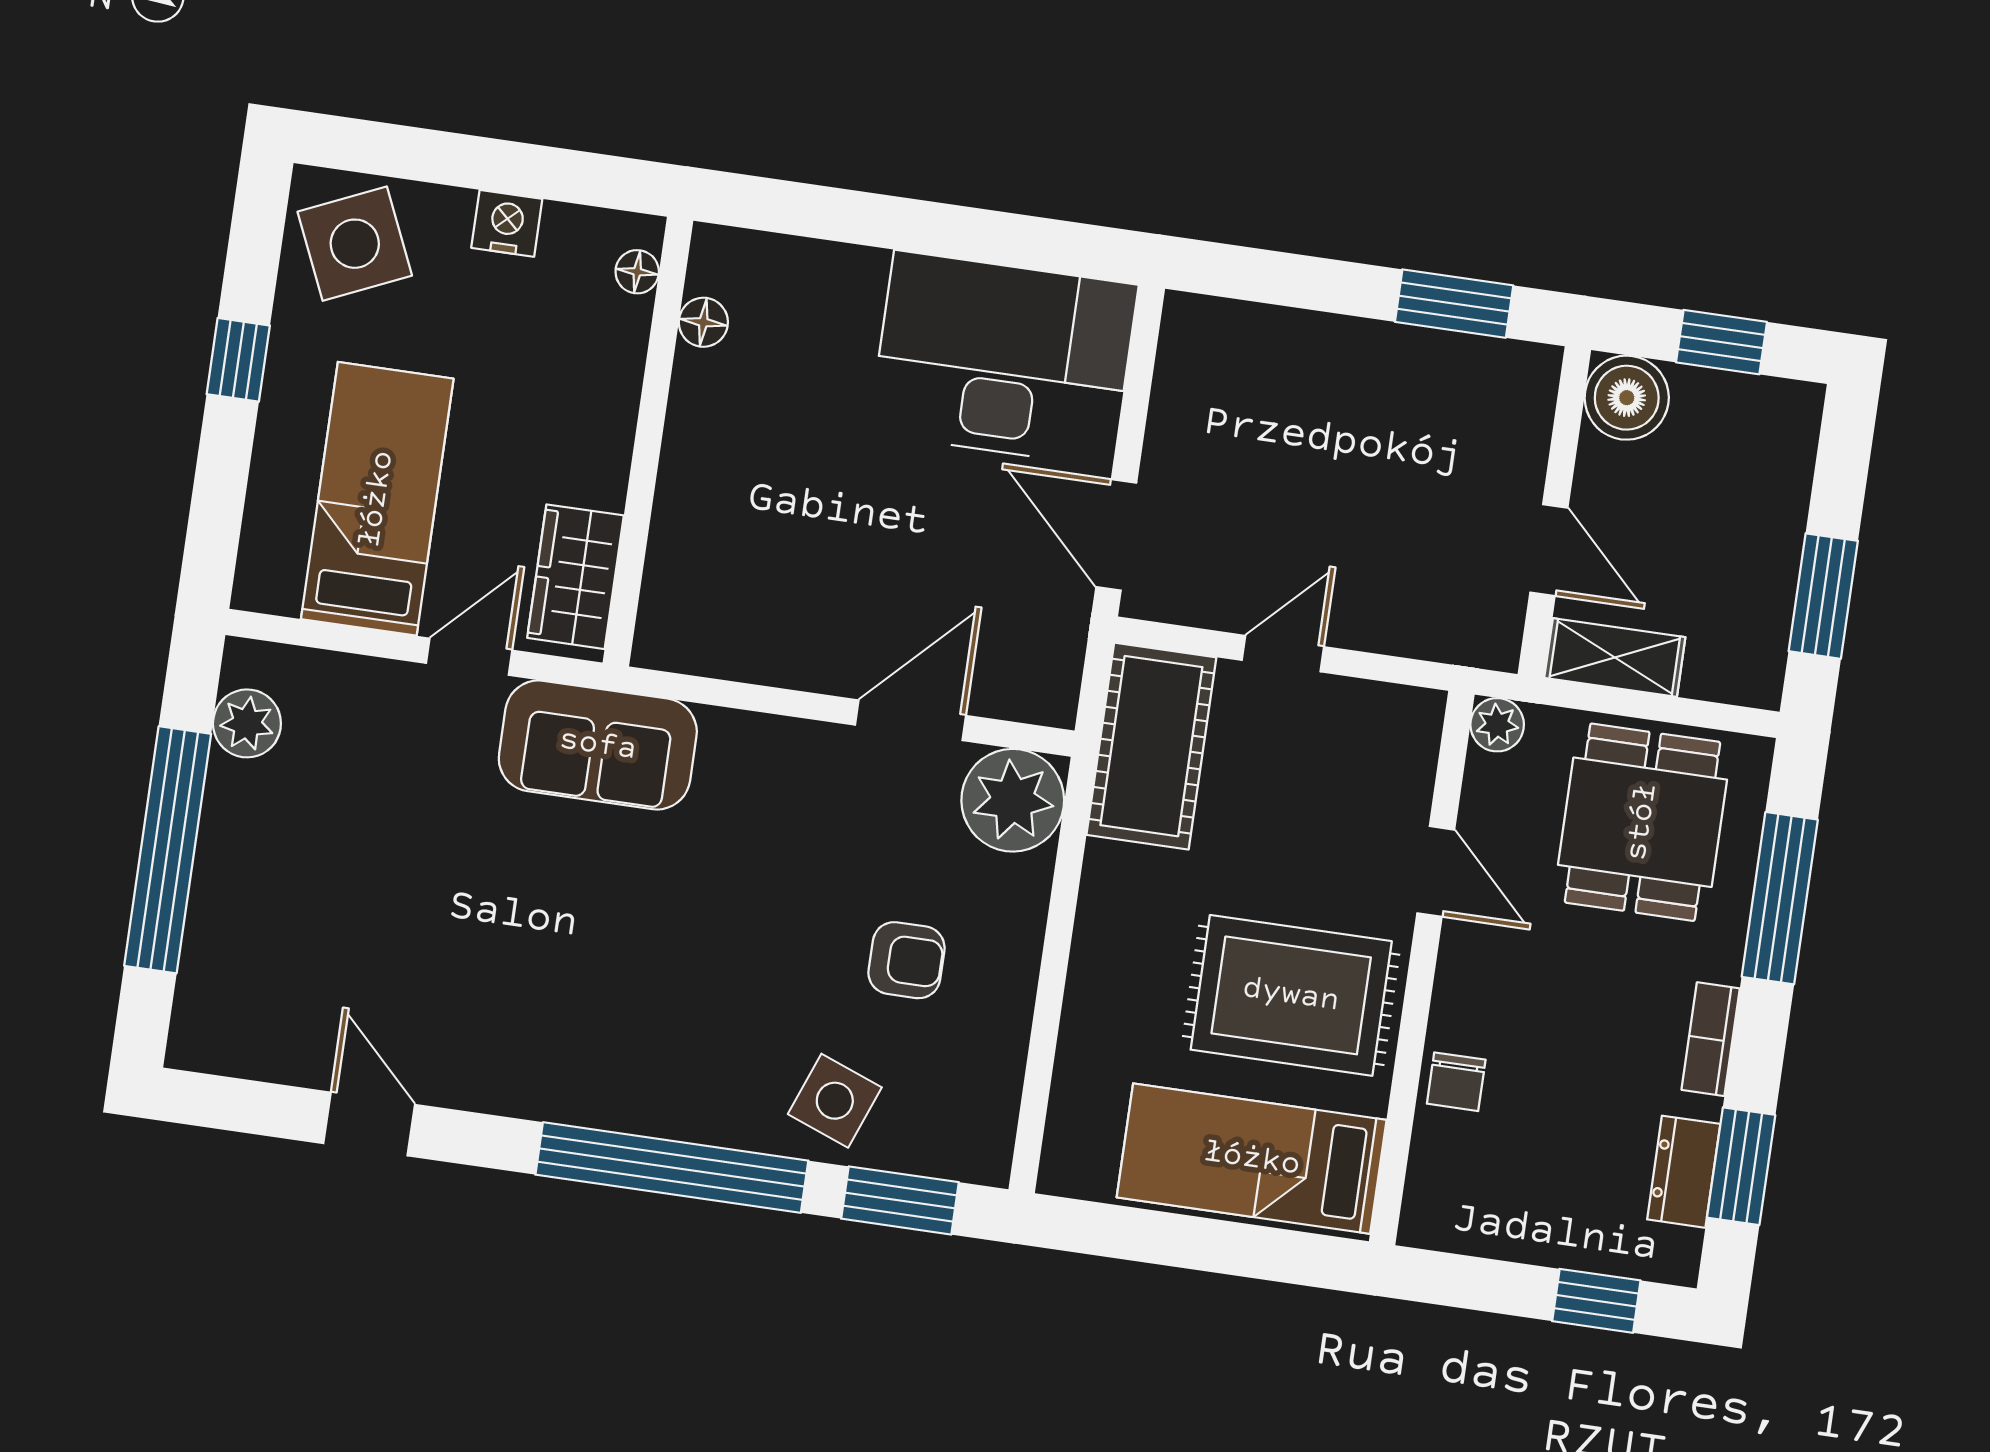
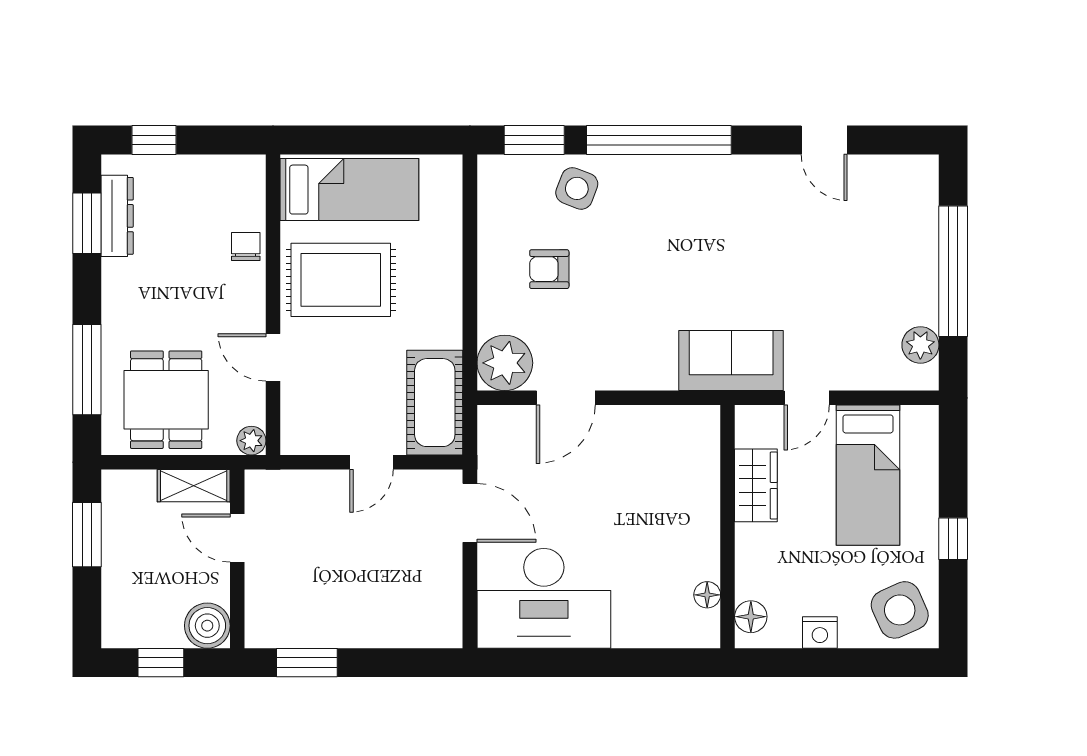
floor lamp: (637, 272) -> (751, 617), width x1.37, depth x1.37
wardrobe: (576, 577) -> (756, 485), moved
bookcase: (1711, 1039) -> (113, 289), removed
dresser: (1684, 1172) -> (117, 216), width x1.44

